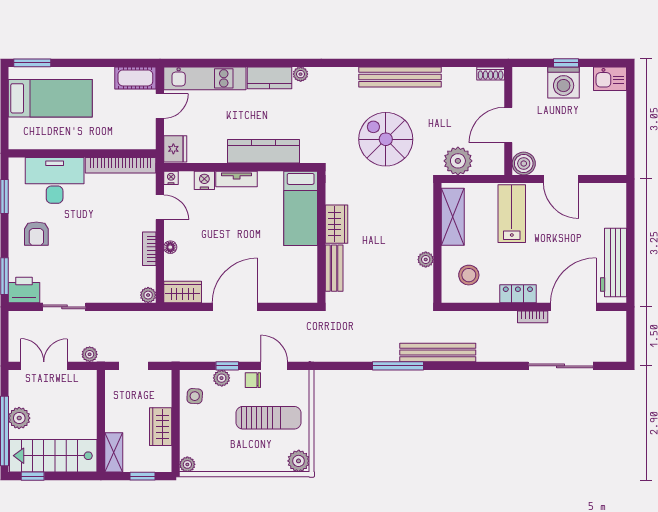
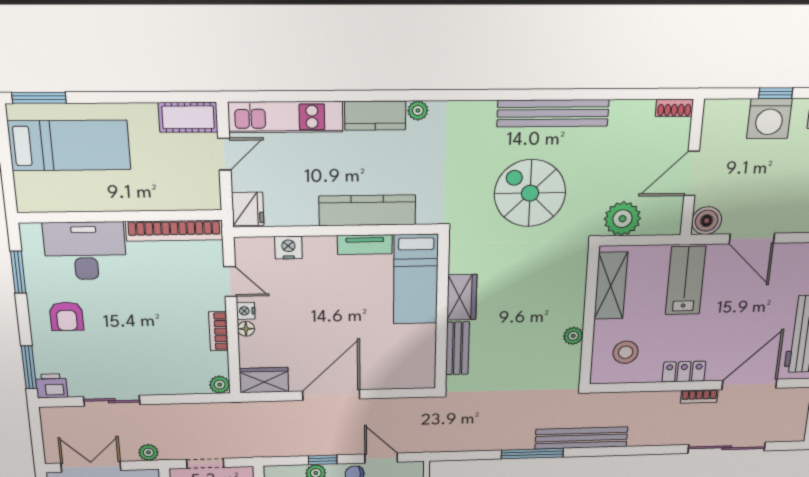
nightstand: (171, 178) -> (246, 311), moved, turned -90
tv unit: (237, 179) -> (365, 245), moved
printer: (24, 290) -> (51, 386), width x0.73, depth x0.81

